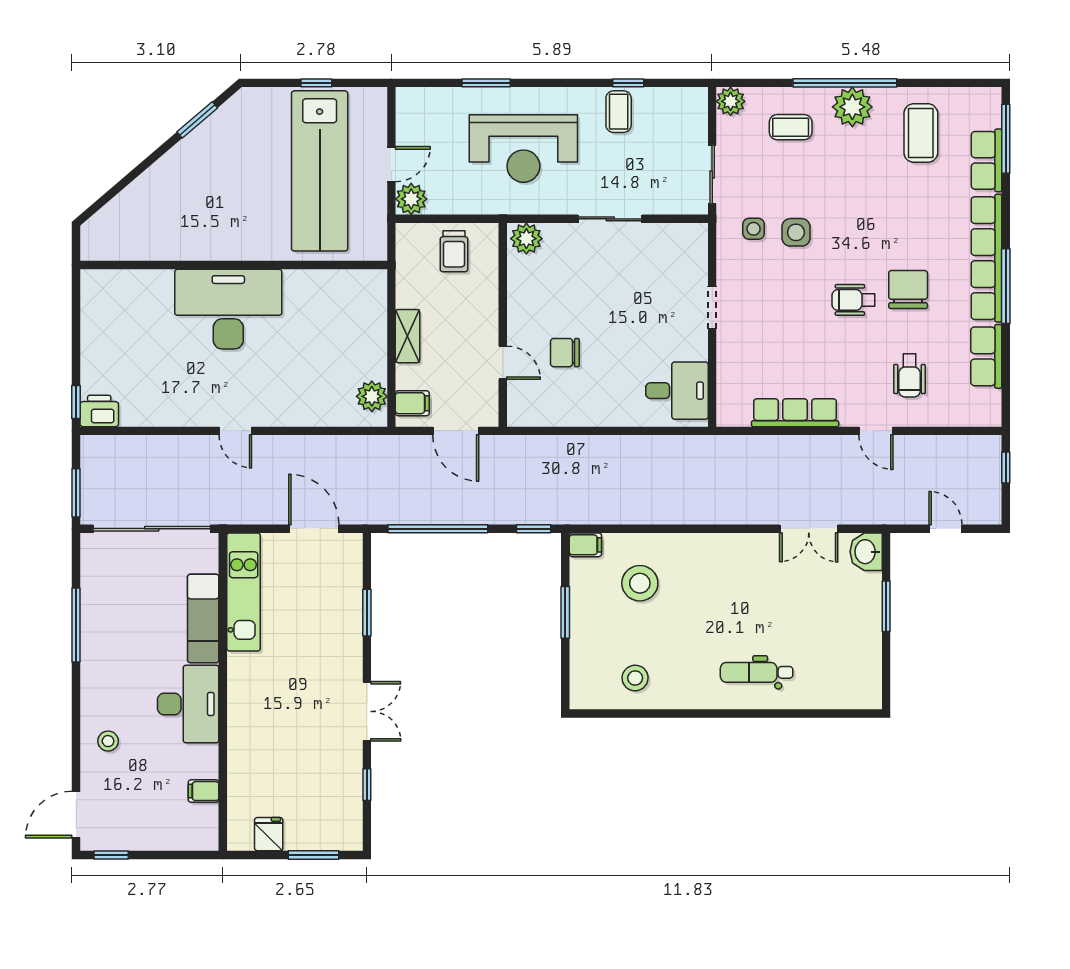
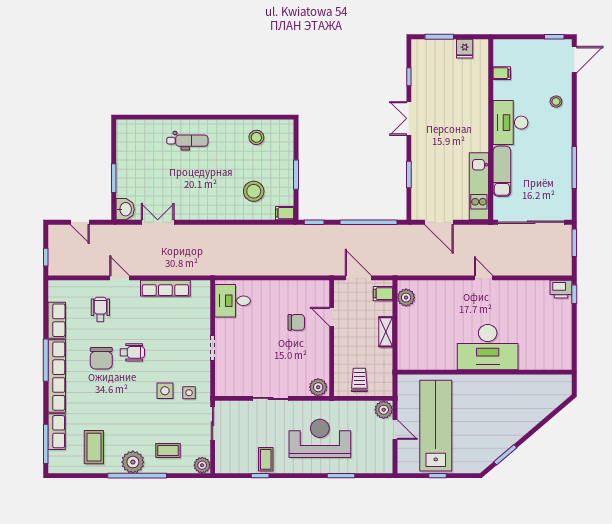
door: (391, 164) -> (395, 429), swing flipped

